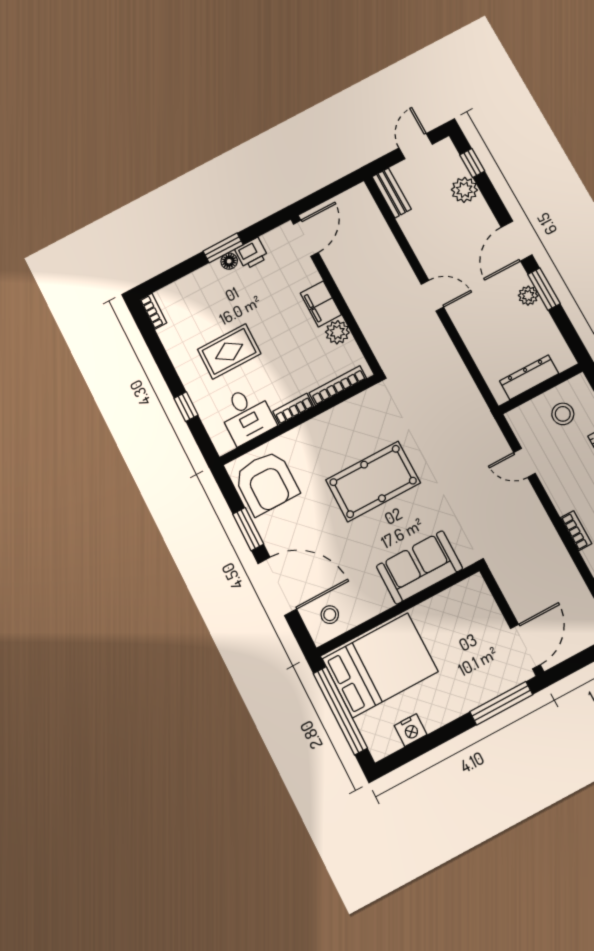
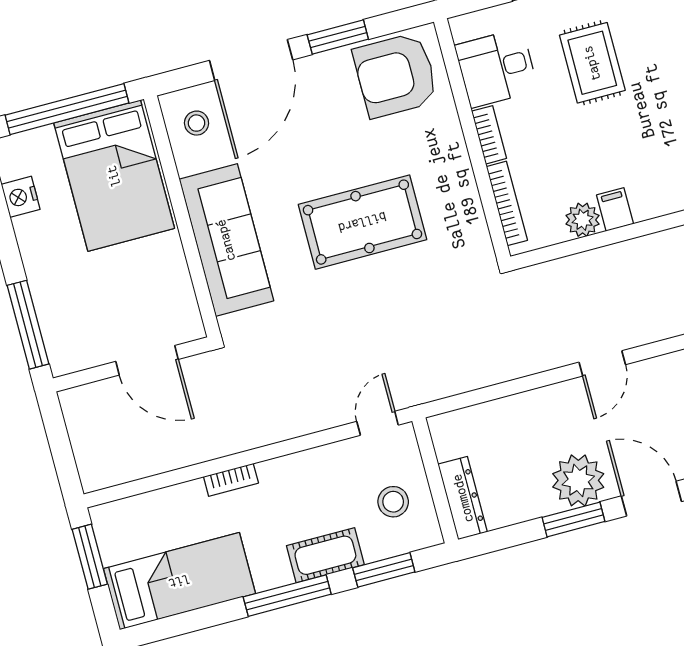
plant: (528, 296) -> (578, 480), width x1.88, depth x1.88
filing cabinet: (321, 304) -> (615, 209), width x0.50
dresser: (529, 377) -> (463, 498), moved
door: (525, 463) -> (378, 423), moved
pool table: (373, 481) -> (362, 222), turned 90
sofa: (419, 567) -> (226, 240), width x1.36
door: (525, 647) -> (147, 360), moved

